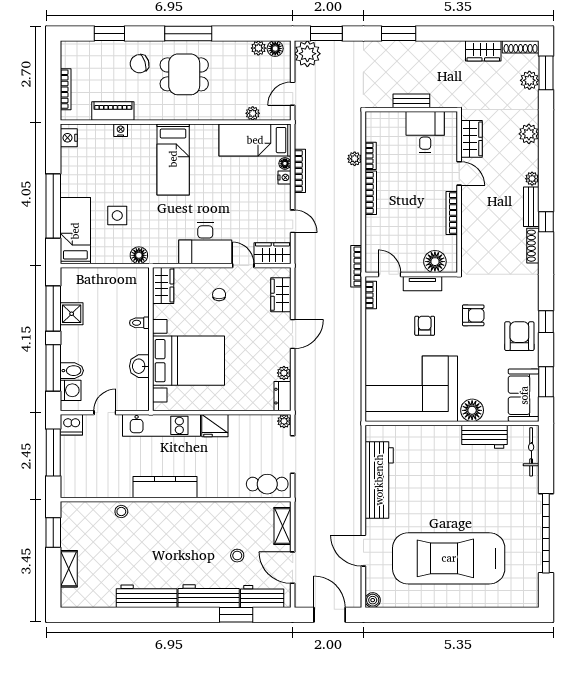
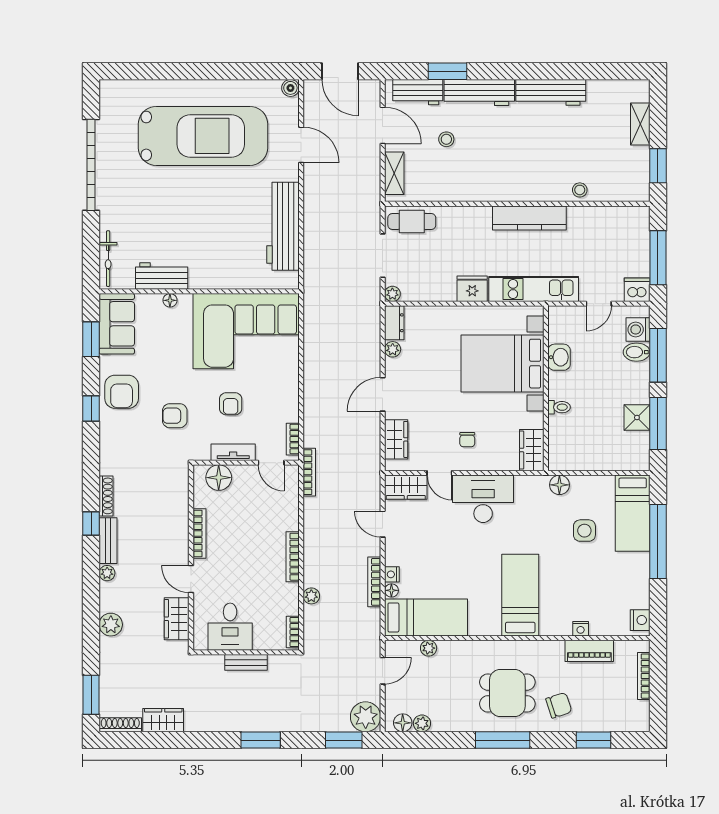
plant: (529, 80) -> (110, 686), removed
bookcase: (371, 156) -> (293, 632), moved
floor lamp: (472, 410) -> (170, 300), width x0.53, depth x0.53

